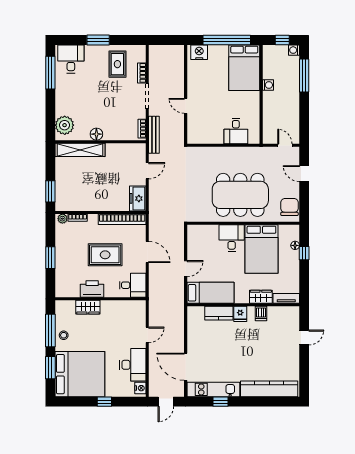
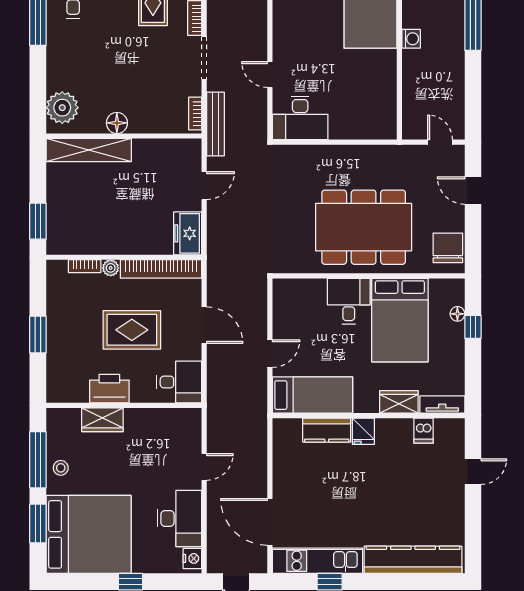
desk: (236, 131) -> (300, 118), moved, width x1.37
plant: (62, 219) -> (111, 268), moved
dishwasher: (261, 314) -> (424, 431), moved

